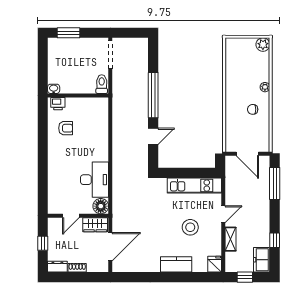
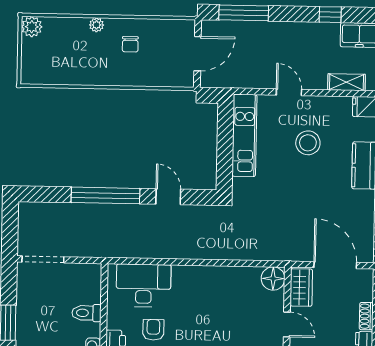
toilet: (102, 84) -> (86, 313), moved
desk: (95, 180) -> (144, 285), moved
shelving: (231, 239) -> (346, 82), moved

